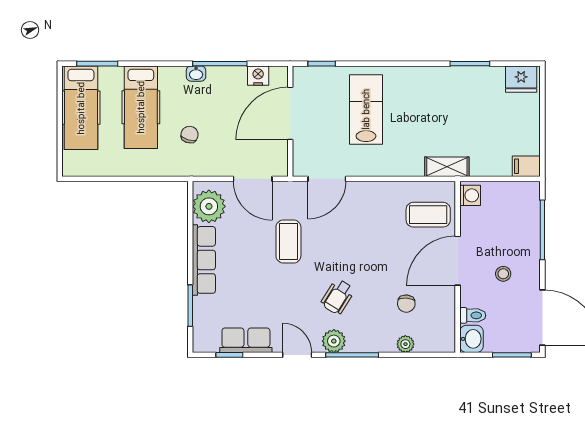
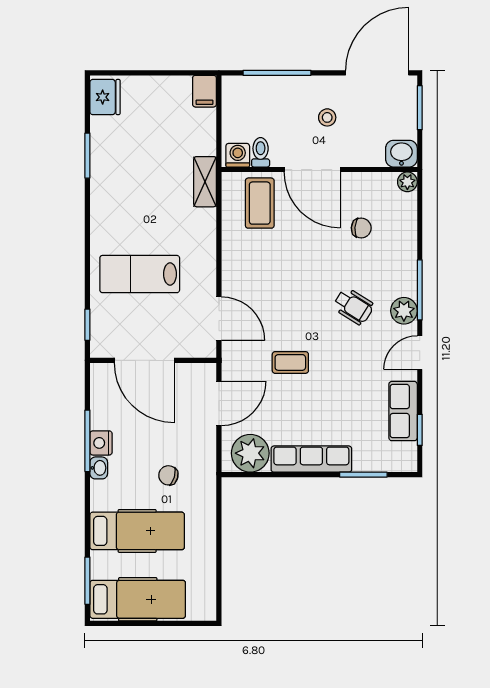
nightstand: (258, 76) -> (101, 443), moved
coffee table: (288, 241) -> (290, 362), width x0.73, depth x0.77
toilet: (473, 315) -> (261, 152), moved
plant: (405, 344) -> (407, 182), moved

